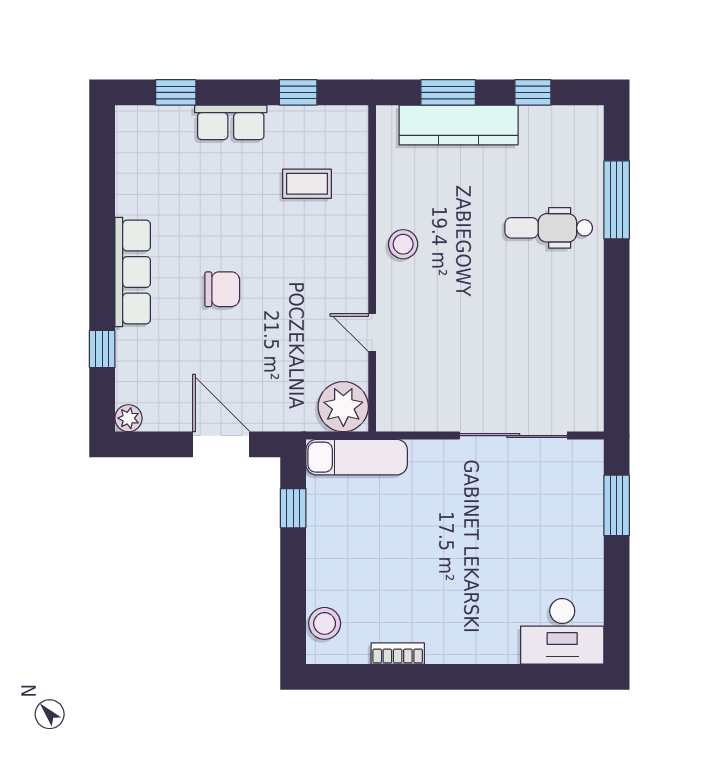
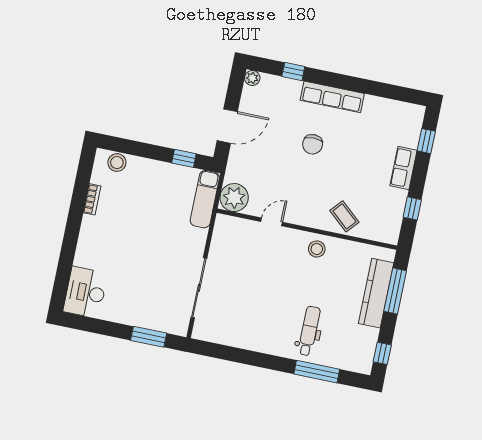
window: (448, 92) -> (395, 291), width x1.44
window: (533, 92) -> (382, 353), moved
coffee table: (307, 184) -> (344, 216), moved, turned -49

